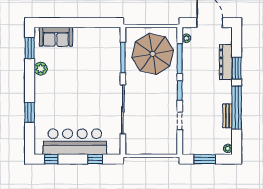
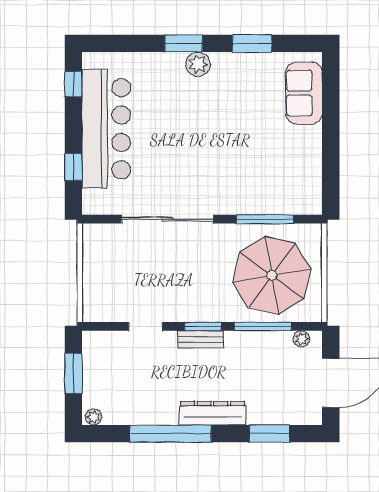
window: (30, 48) -> (252, 43), moved
dresser: (226, 62) -> (213, 413), moved
window: (237, 68) -> (269, 434), moved
plant: (41, 69) -> (198, 64), moved
window: (30, 112) -> (184, 43), moved
bench: (227, 116) -> (201, 339), moved

